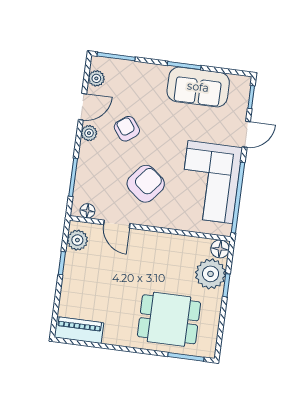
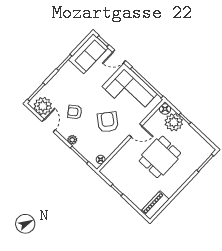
plant: (96, 78) -> (43, 106), width x1.88, depth x1.88
sofa: (198, 87) -> (88, 54), moved
plant: (89, 133) -> (72, 140), moved
door: (246, 134) -> (119, 56), swing flipped
door: (117, 224) -> (136, 130), moved
plant: (77, 240) -> (111, 175), removed
dining table: (169, 319) -> (160, 157), moved

